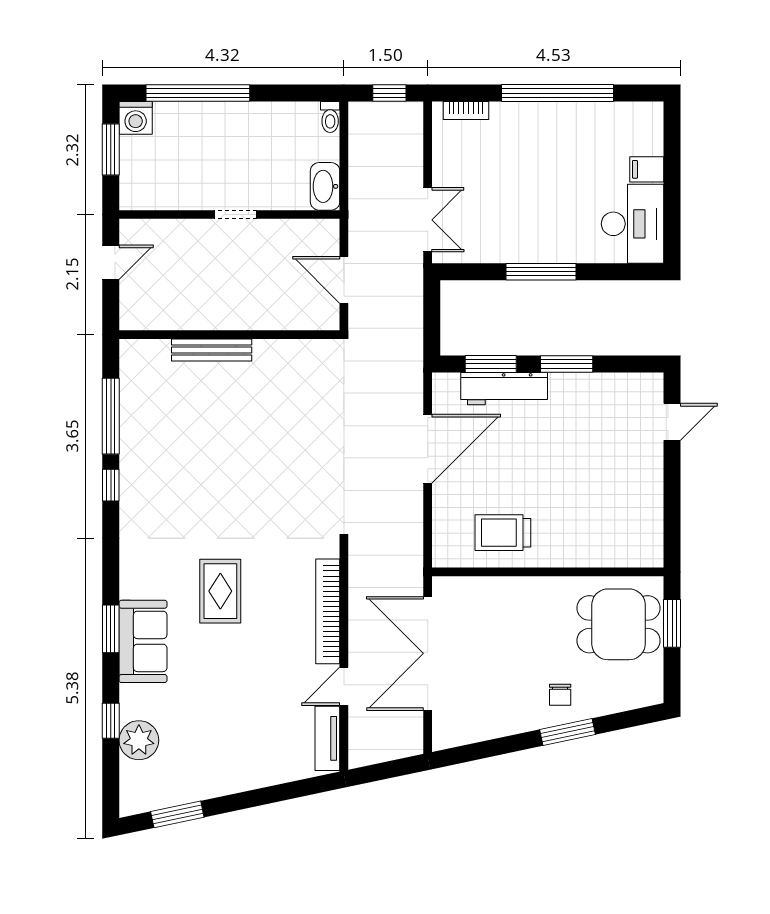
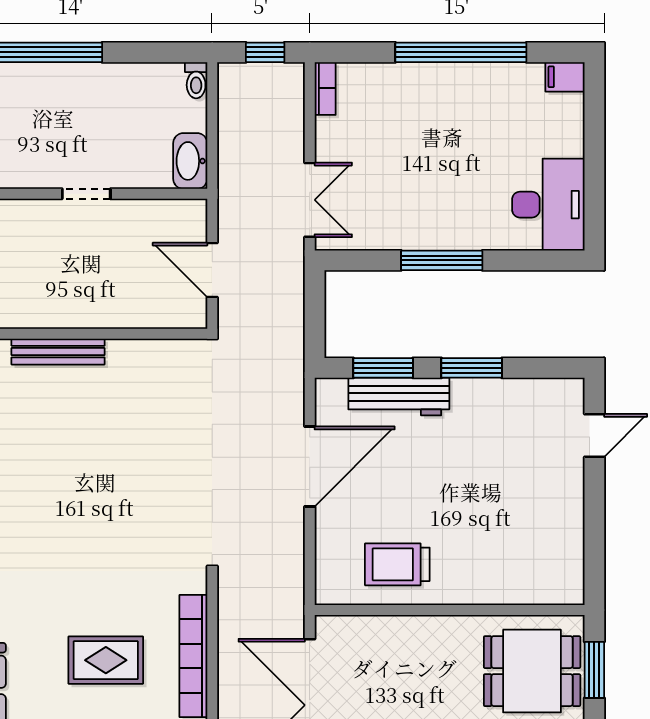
bookcase: (466, 110) -> (325, 88), moved, turned -90
filing cabinet: (647, 169) -> (565, 77), moved
rug: (220, 591) -> (106, 660), moved, turned 90

